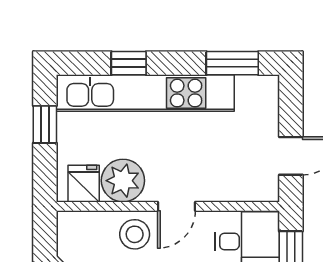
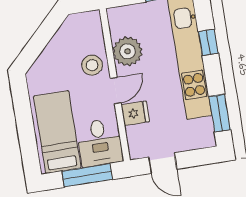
fridge: (84, 184) -> (135, 113), moved
door: (176, 206) -> (116, 91), swing flipped

